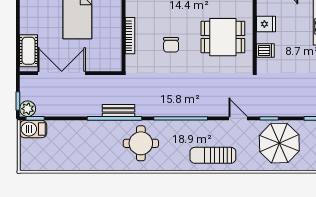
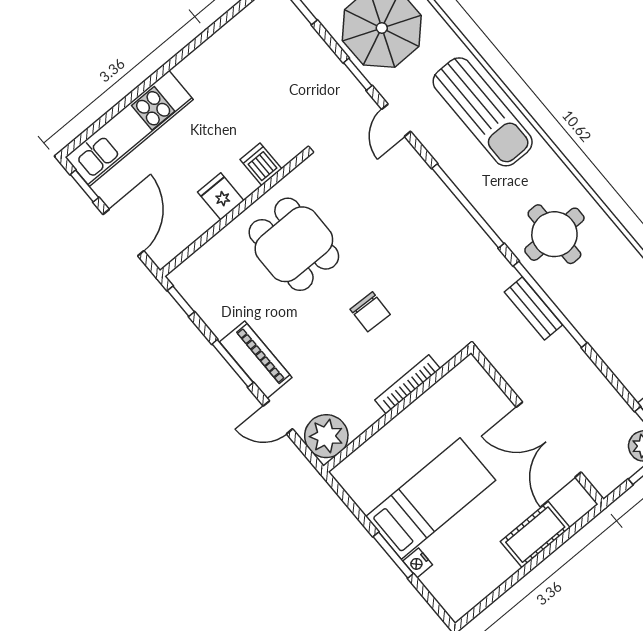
chair: (171, 45) -> (370, 312), turned 92
cot: (29, 51) -> (535, 535), moved
sun lounger: (213, 155) -> (483, 112), width x1.36, depth x1.34

